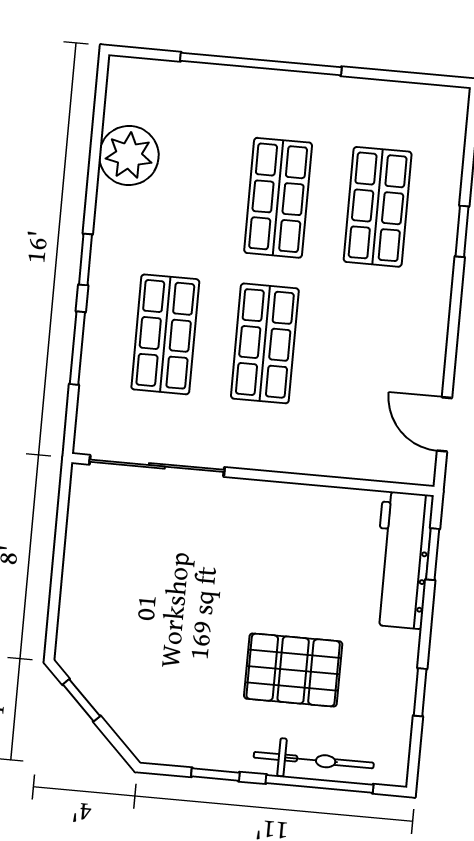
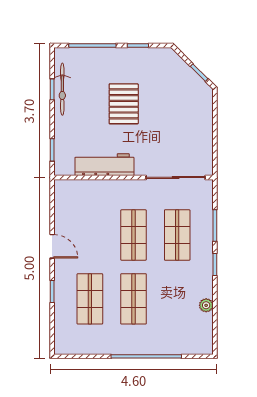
plant: (129, 156) -> (206, 305), width x0.53, depth x0.53
door: (444, 424) -> (52, 246), moved
workbench: (403, 560) -> (104, 165), moved, turned -90
pallet: (293, 670) -> (124, 104), moved, turned 90
bicycle: (314, 760) -> (62, 89), moved, turned -90

